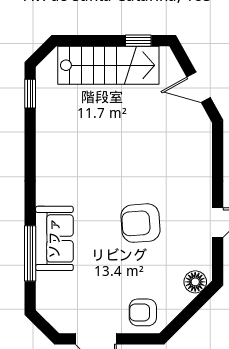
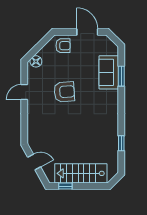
window: (30, 94) -> (121, 143), moved
sofa: (54, 238) -> (109, 72), moved
window: (30, 253) -> (121, 76), width x0.69

